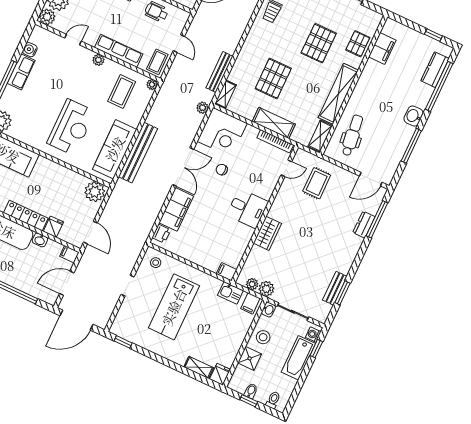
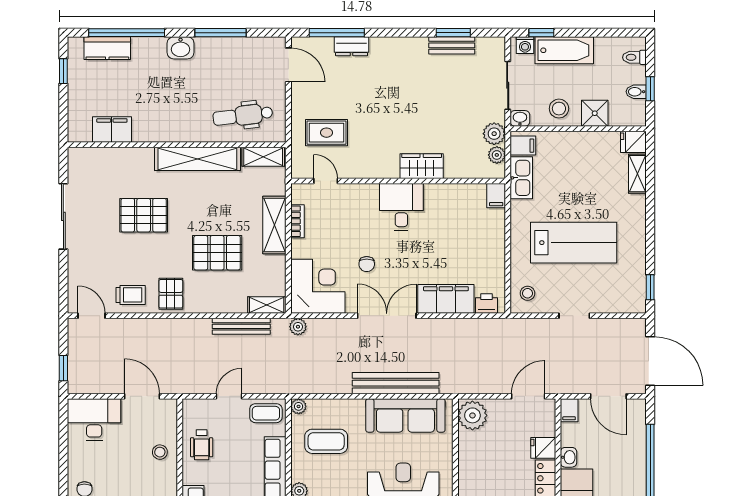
pallet: (358, 44) -> (171, 294), moved, turned 90
bookcase: (275, 141) -> (297, 221), width x0.64
kitchen sink: (230, 293) -> (521, 178), width x1.38

